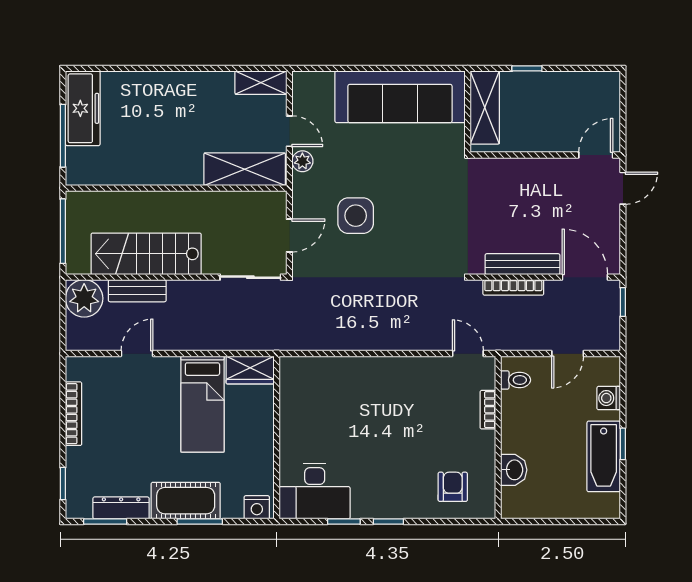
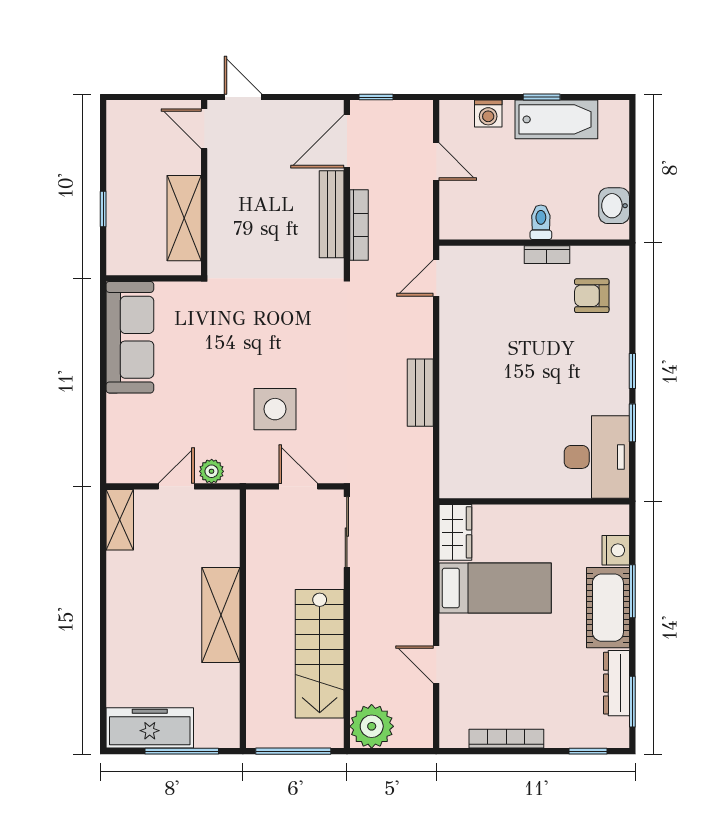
sofa: (400, 97) -> (130, 337), width x0.74, depth x0.79
shelving: (485, 108) -> (184, 218), moved, turned 90
shelving: (245, 169) -> (221, 615), moved
bench: (137, 291) -> (420, 393), moved
toilet: (516, 380) -> (541, 222), moved
bookcase: (488, 410) -> (547, 255), moved
washbasin: (514, 470) -> (614, 206), moved, turned -90
nightstand: (257, 507) -> (616, 550), moved

